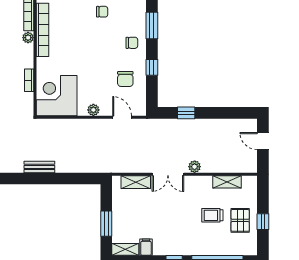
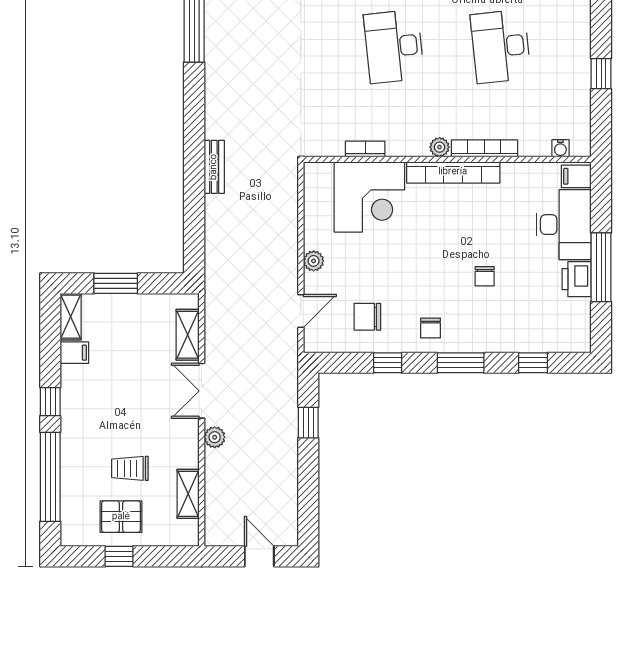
corner desk: (57, 96) -> (369, 197), moved, turned 90
door: (263, 141) -> (259, 556), hinge flipped
trolley: (212, 215) -> (130, 468), turned -90

